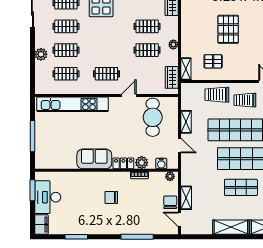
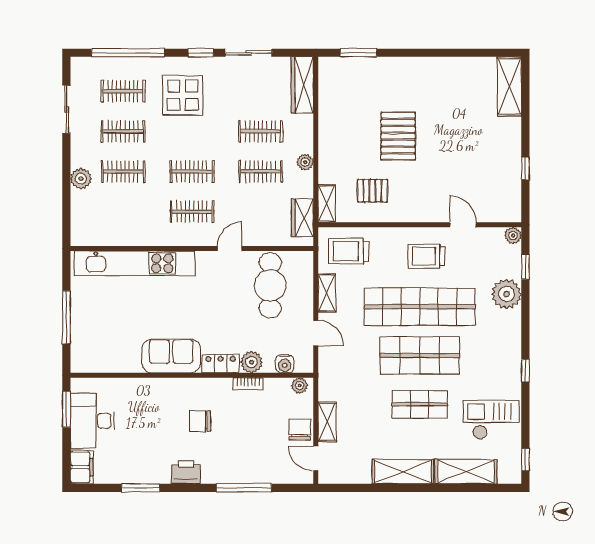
clothes rail: (66, 74) -> (192, 171), moved
trolley: (217, 95) -> (349, 251), moved
printer: (103, 227) -> (186, 472), added

